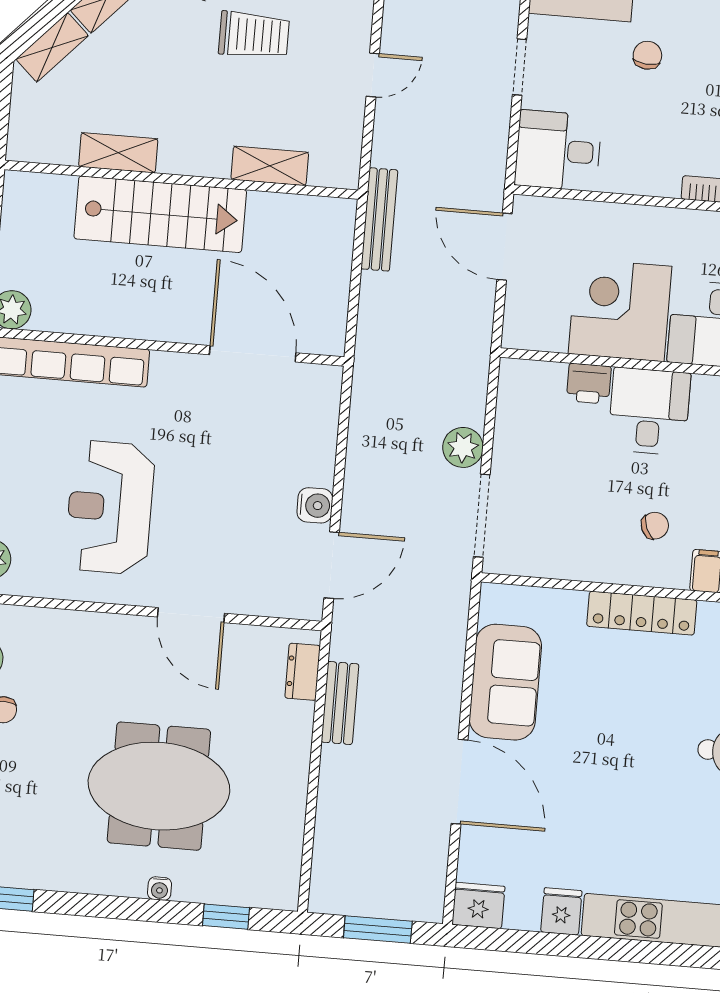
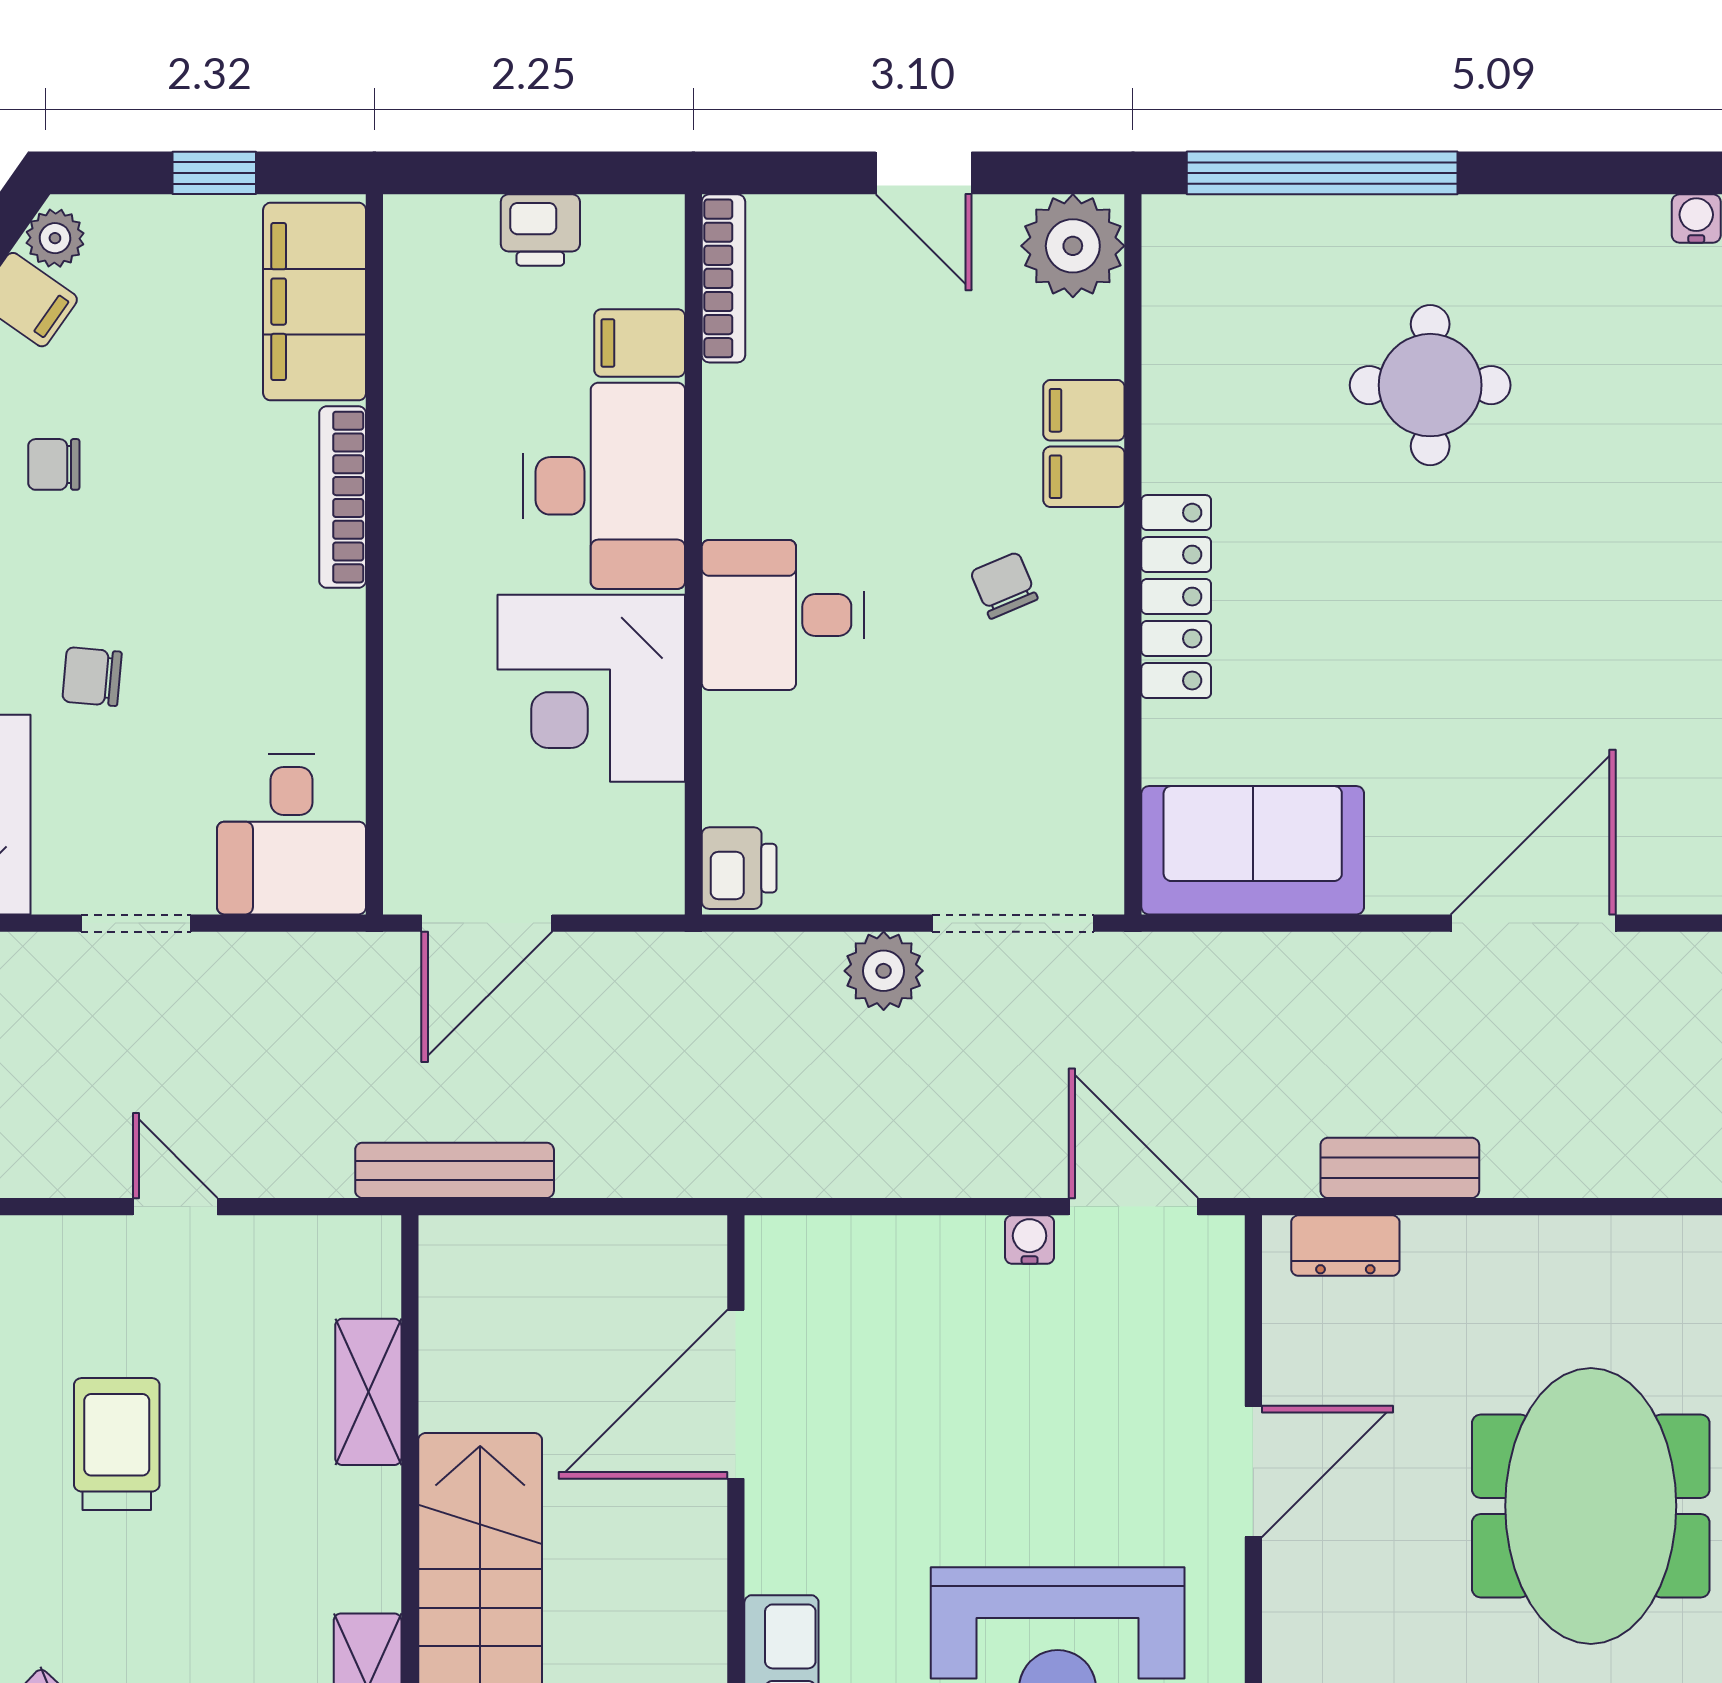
printer: (589, 384) -> (739, 868), moved
water cooler: (315, 505) -> (1030, 1240), width x0.72, depth x0.72
sofa: (505, 682) -> (1253, 850), moved

